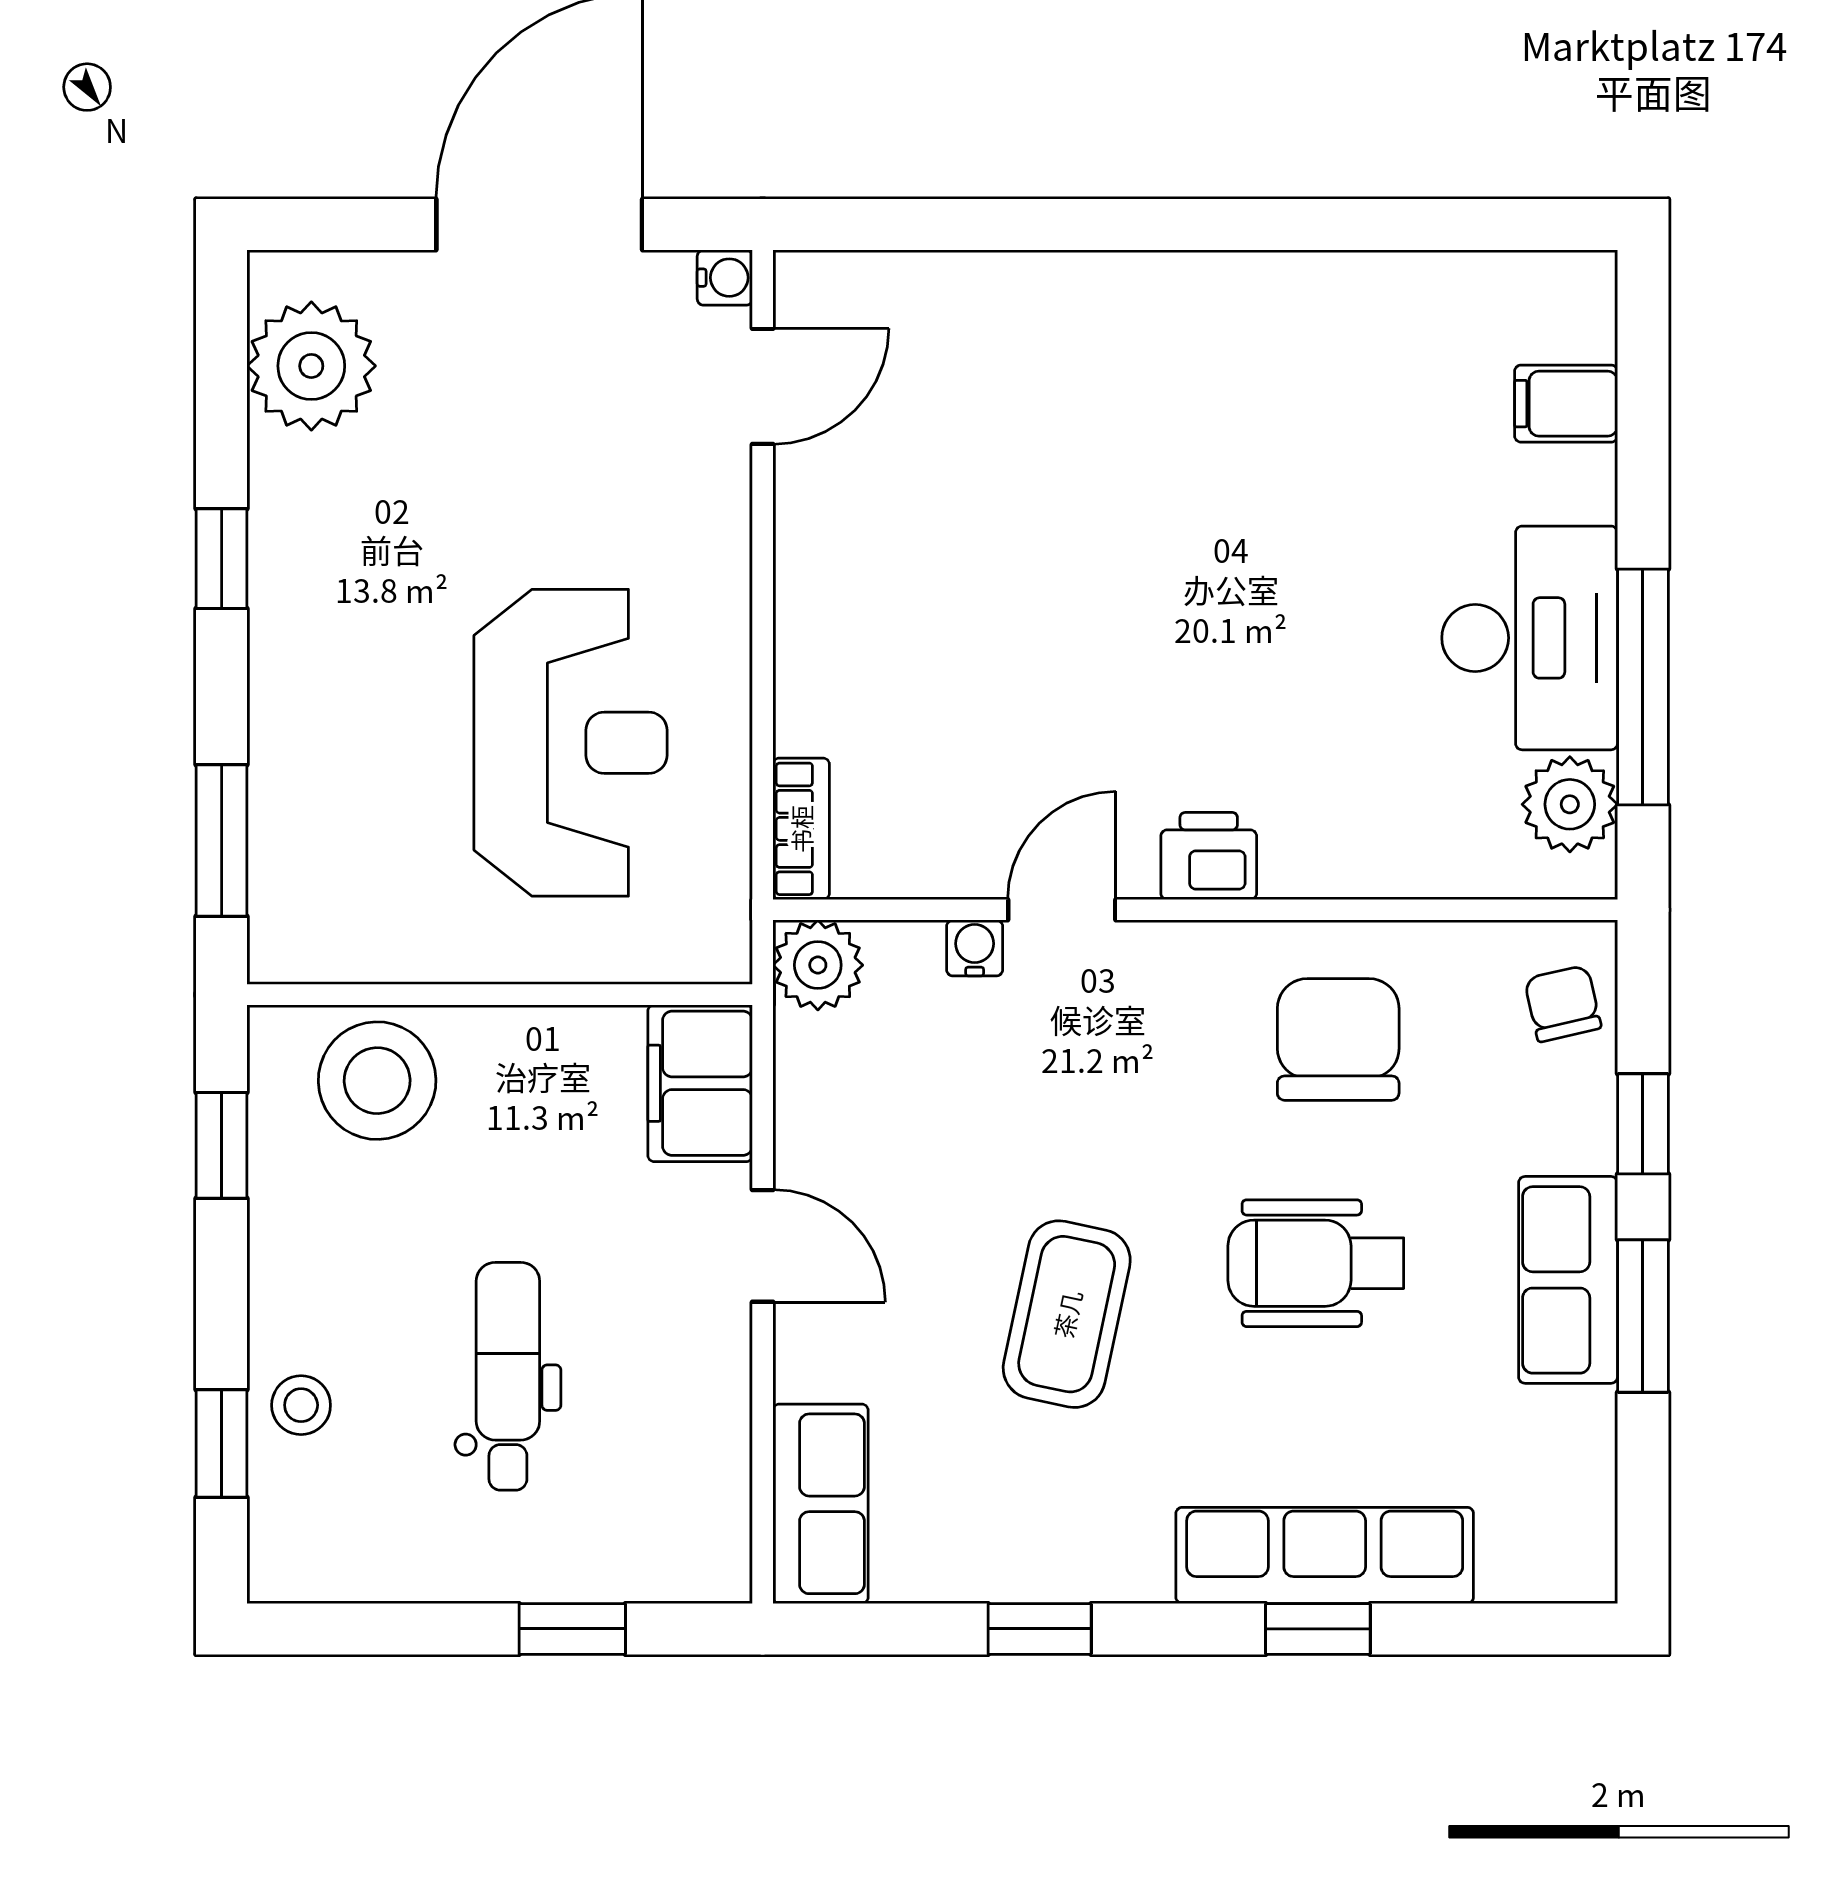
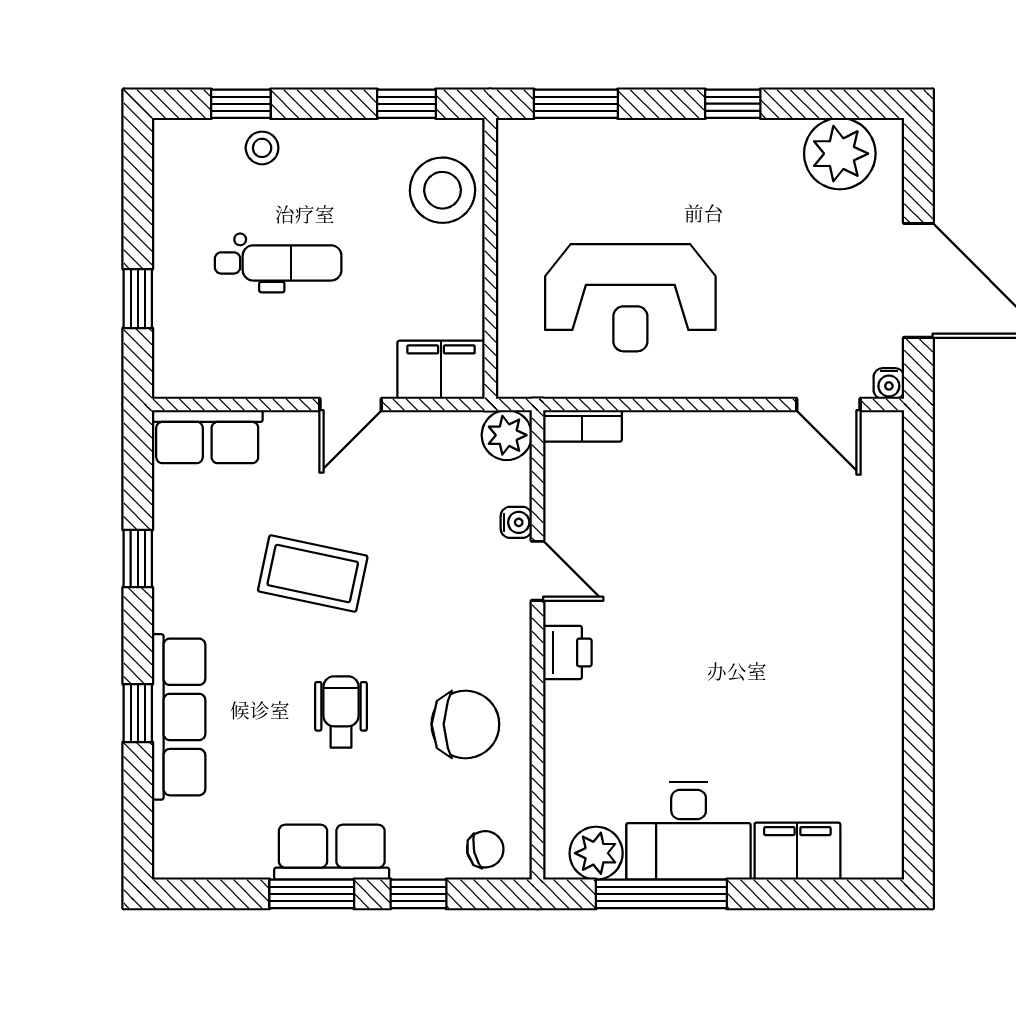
filing cabinet: (1566, 404) -> (797, 851), width x2.00
wheelchair: (1316, 1263) -> (341, 712), width x0.73, depth x0.73

